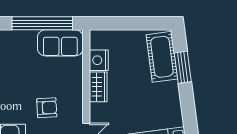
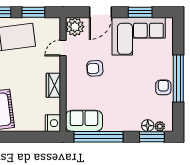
nightstand: (99, 60) -> (53, 123), moved

